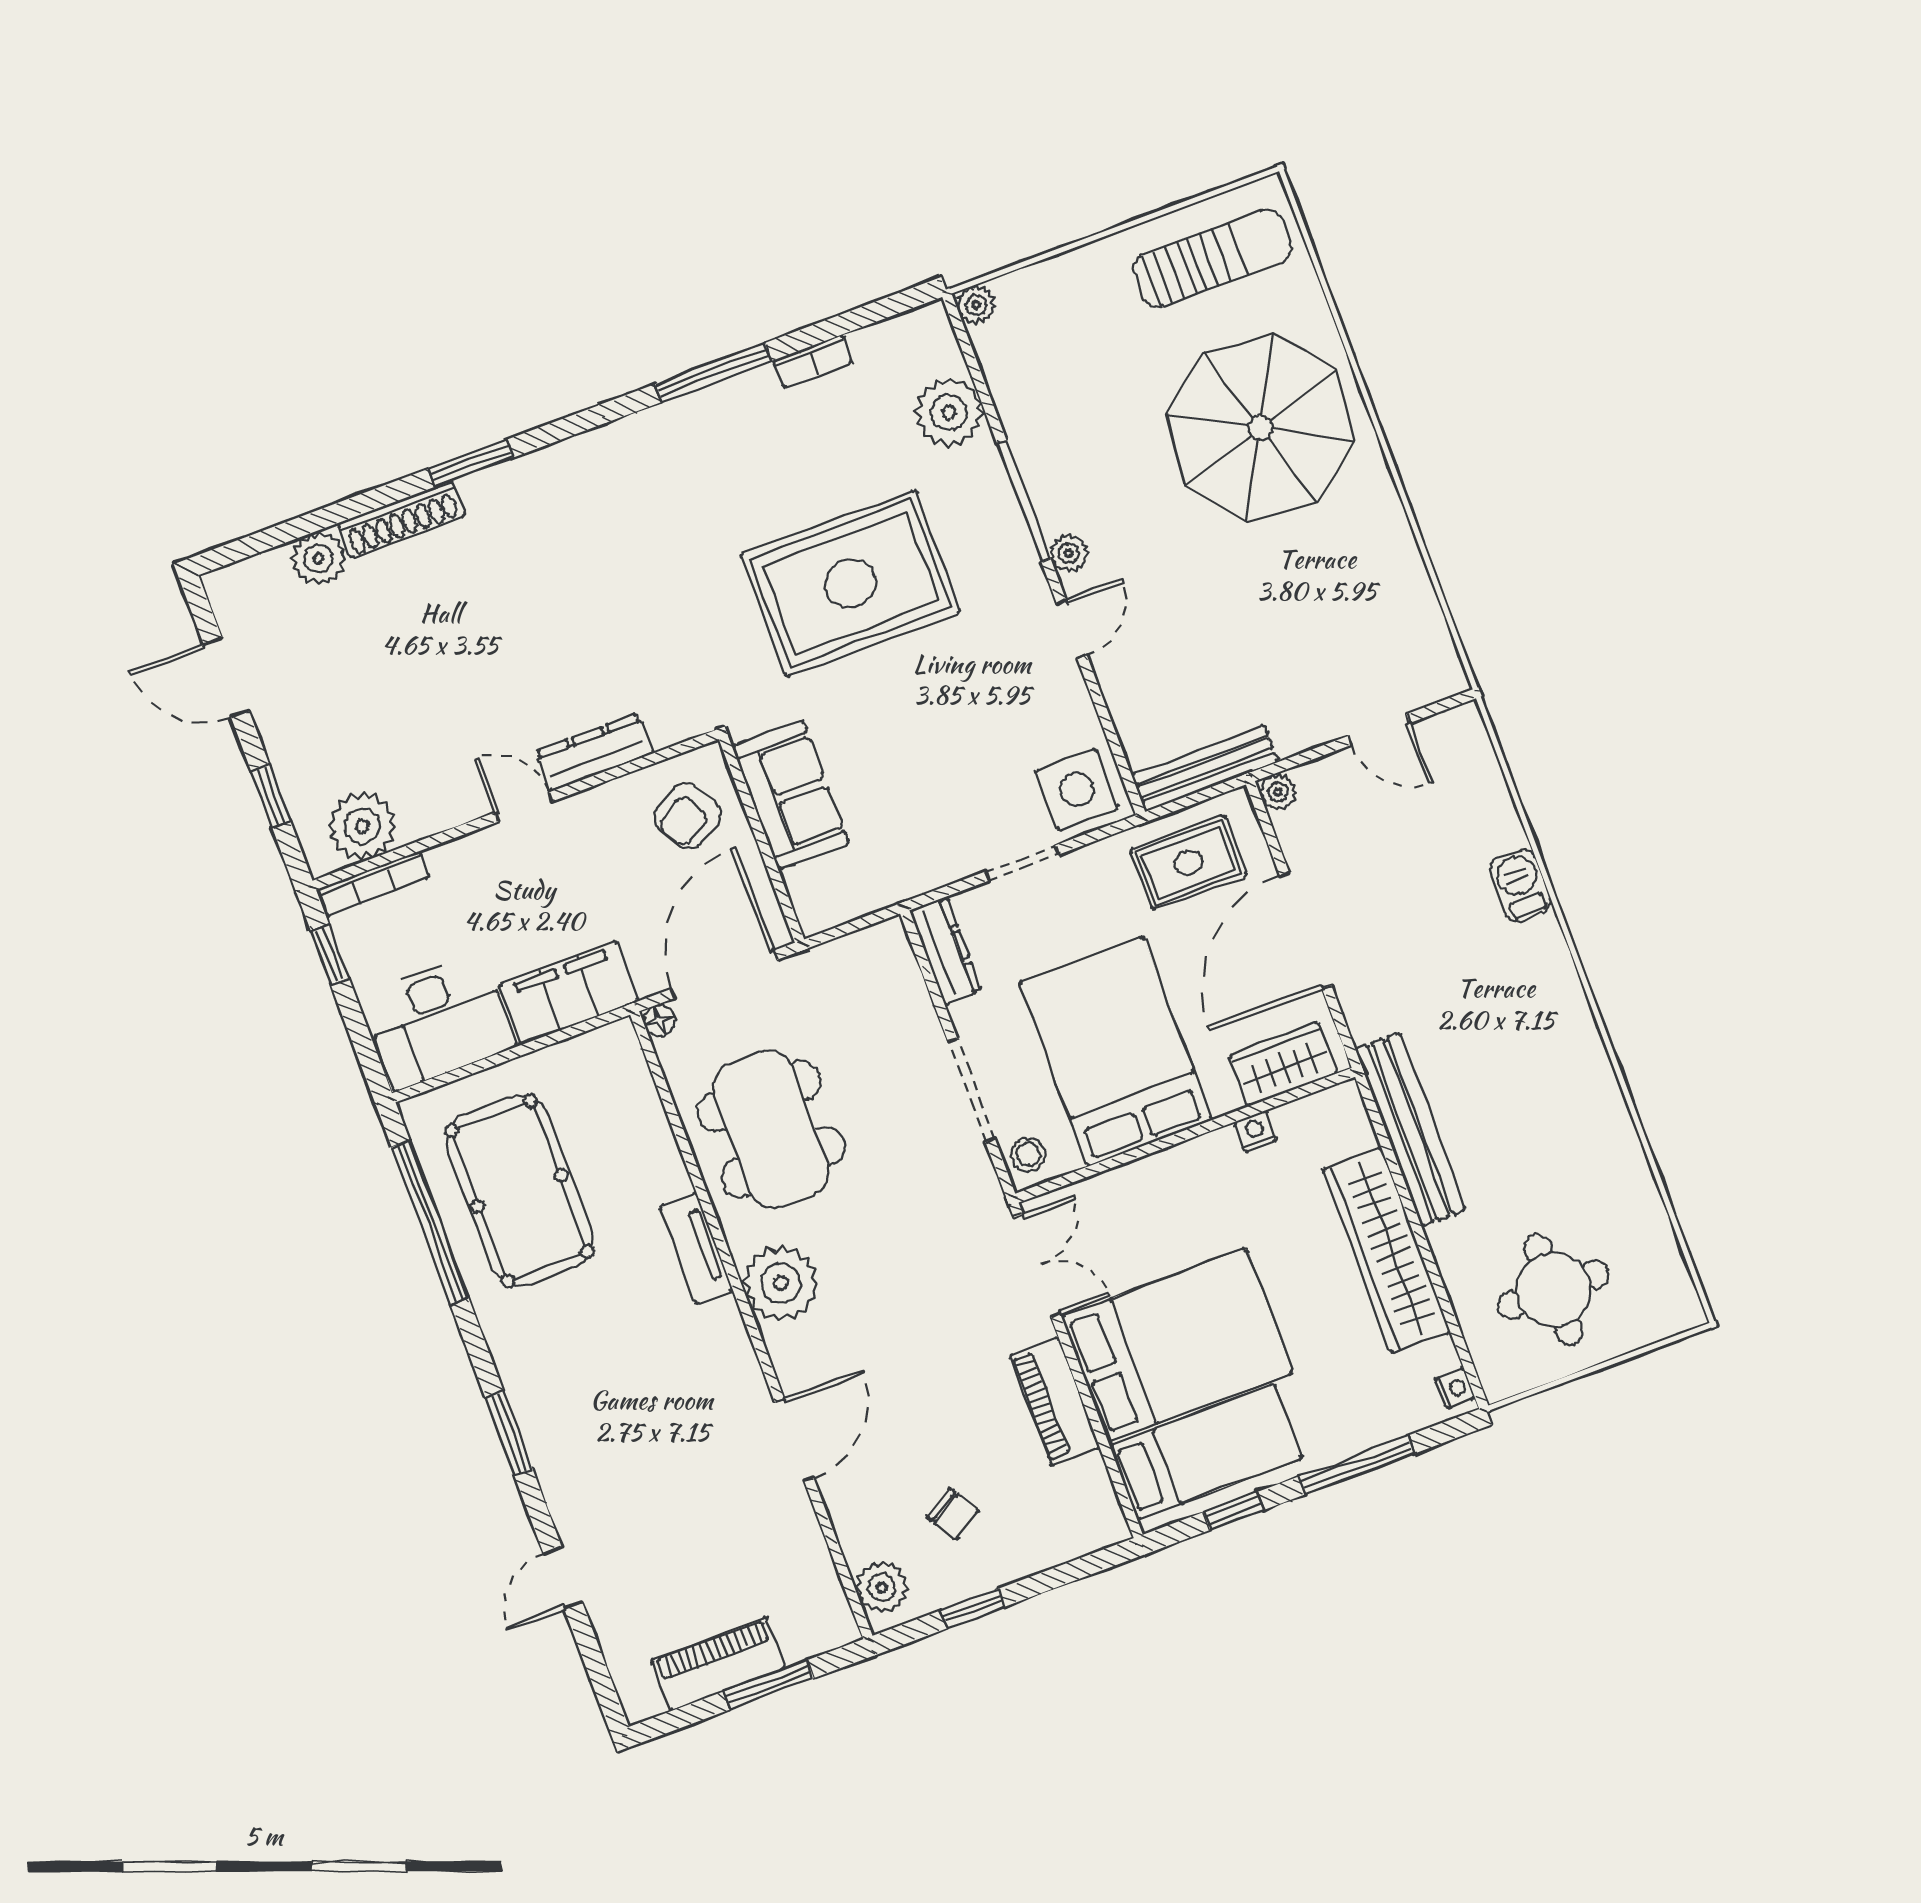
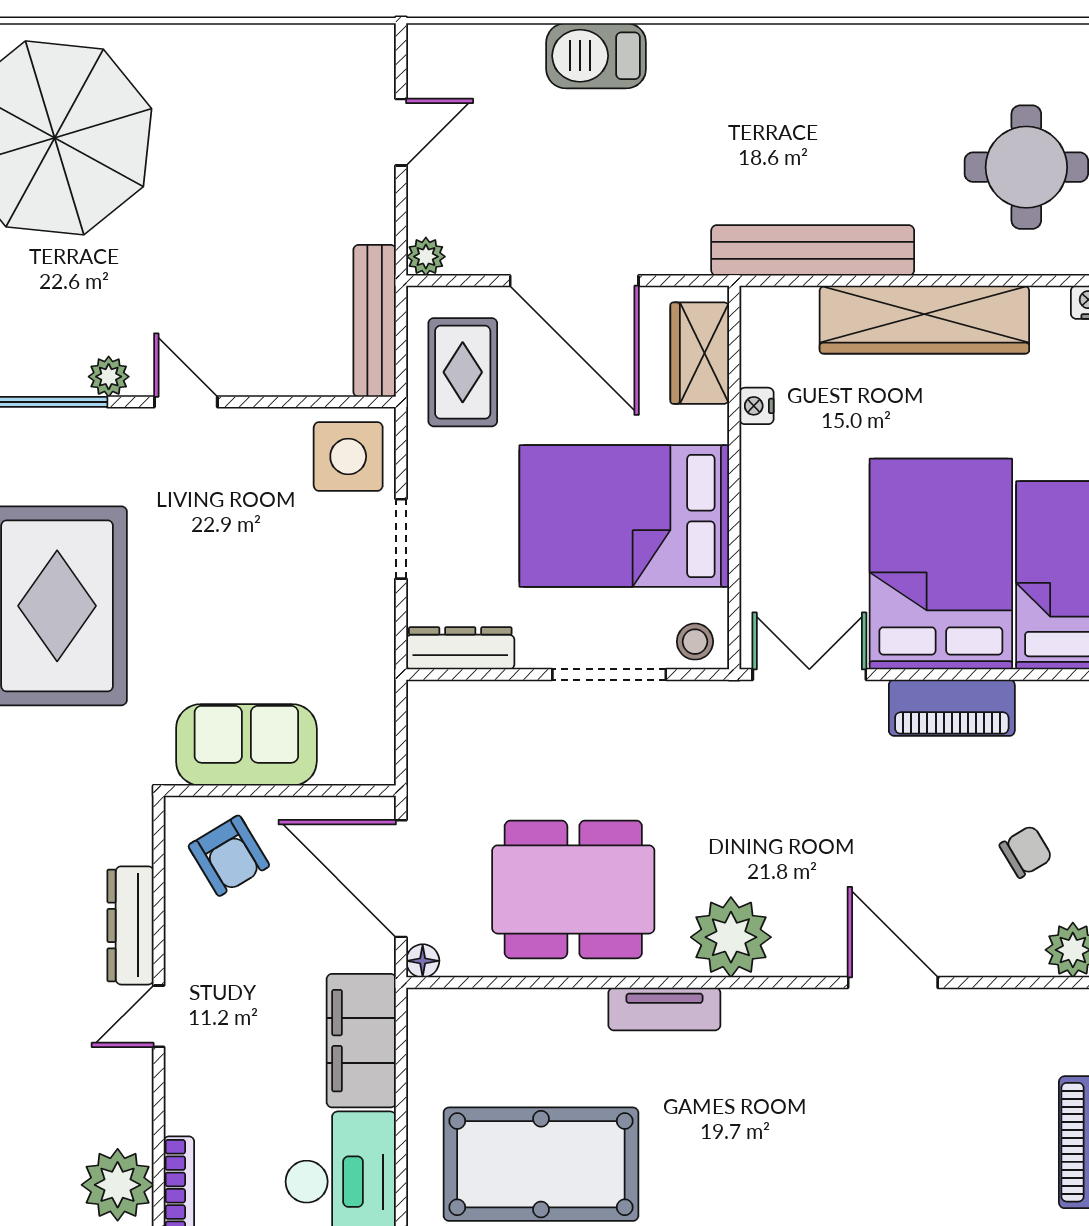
barbecue: (1520, 885) -> (596, 56), width x1.38, depth x1.27

